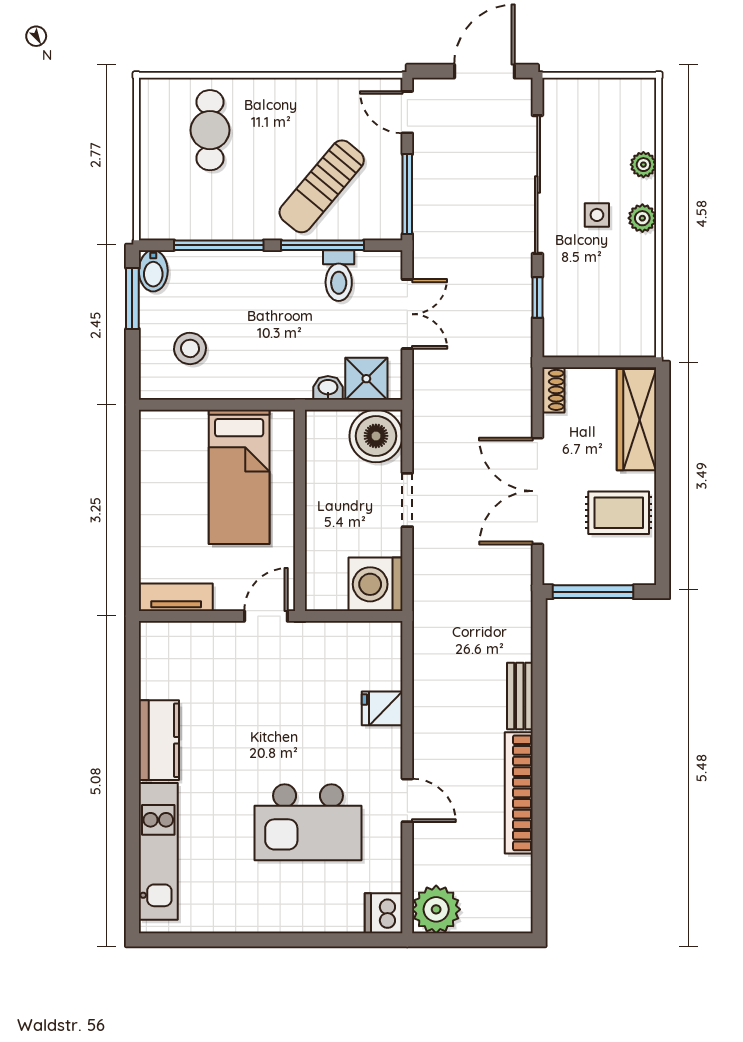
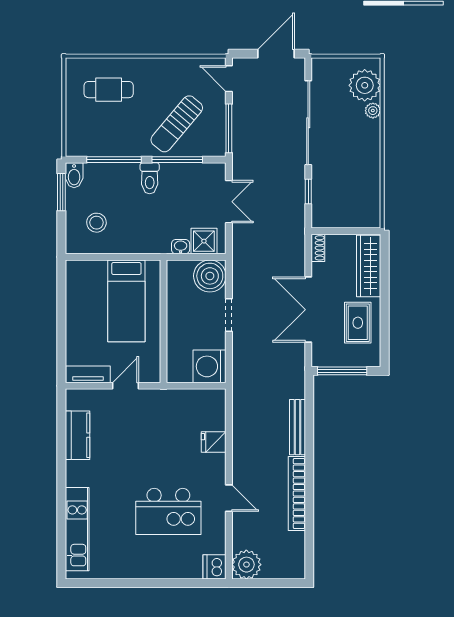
cafe table: (210, 130) -> (109, 90), turned 90
side table: (597, 215) -> (344, 141), removed
plant: (642, 218) -> (365, 85), moved, width x1.88, depth x1.88
toilet: (339, 276) -> (150, 178), moved
rug: (619, 513) -> (358, 323), turned 90
door: (266, 616) -> (126, 386), moved
bench: (520, 696) -> (297, 427), width x1.36
kitchen counter: (159, 740) -> (78, 435), moved

